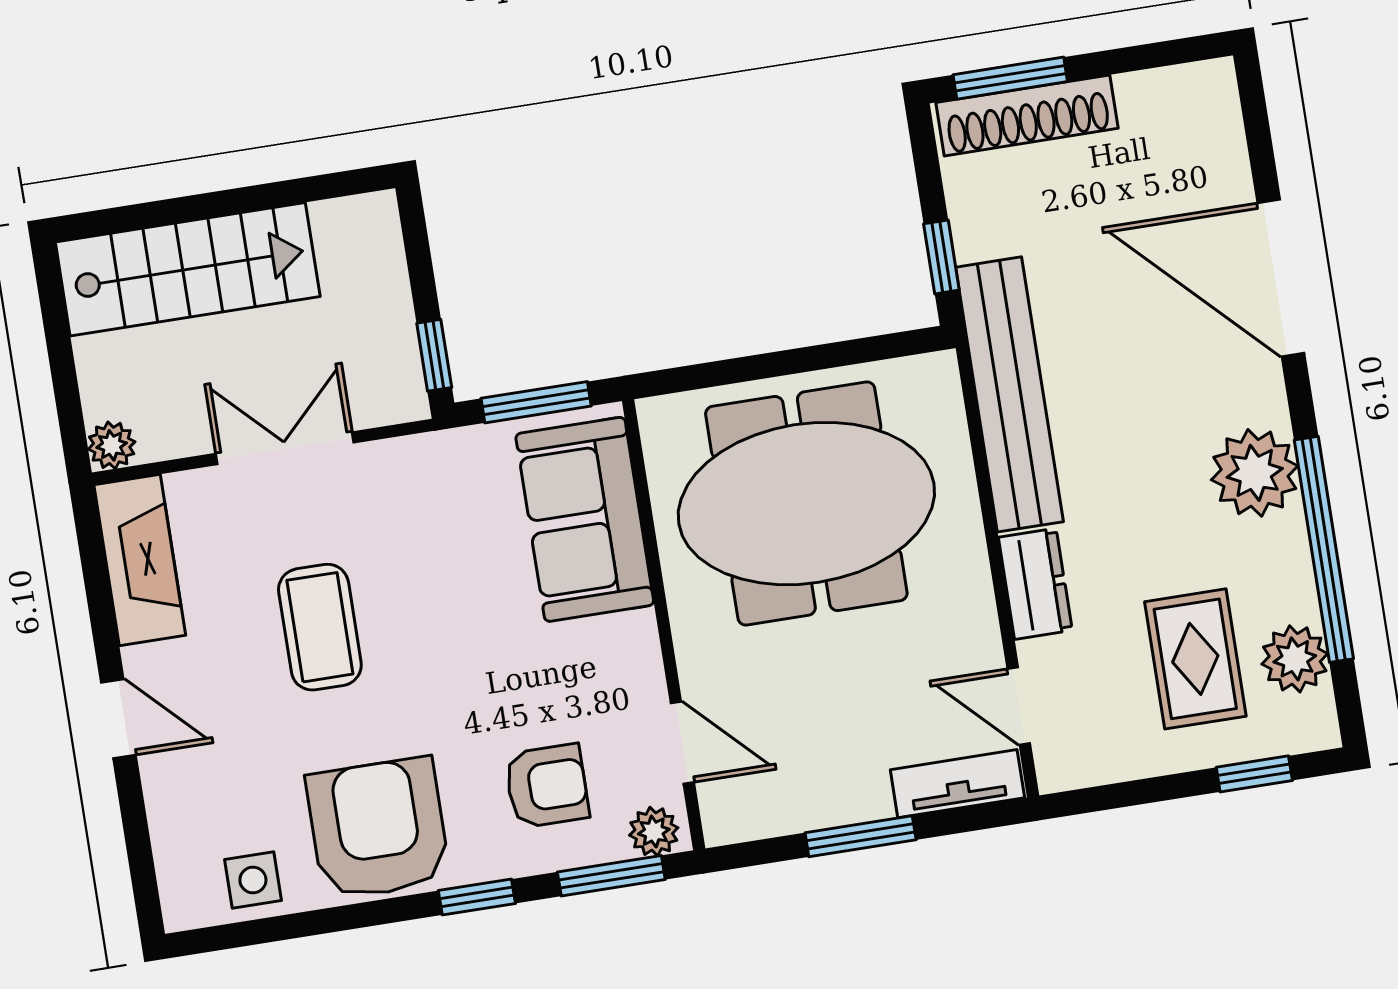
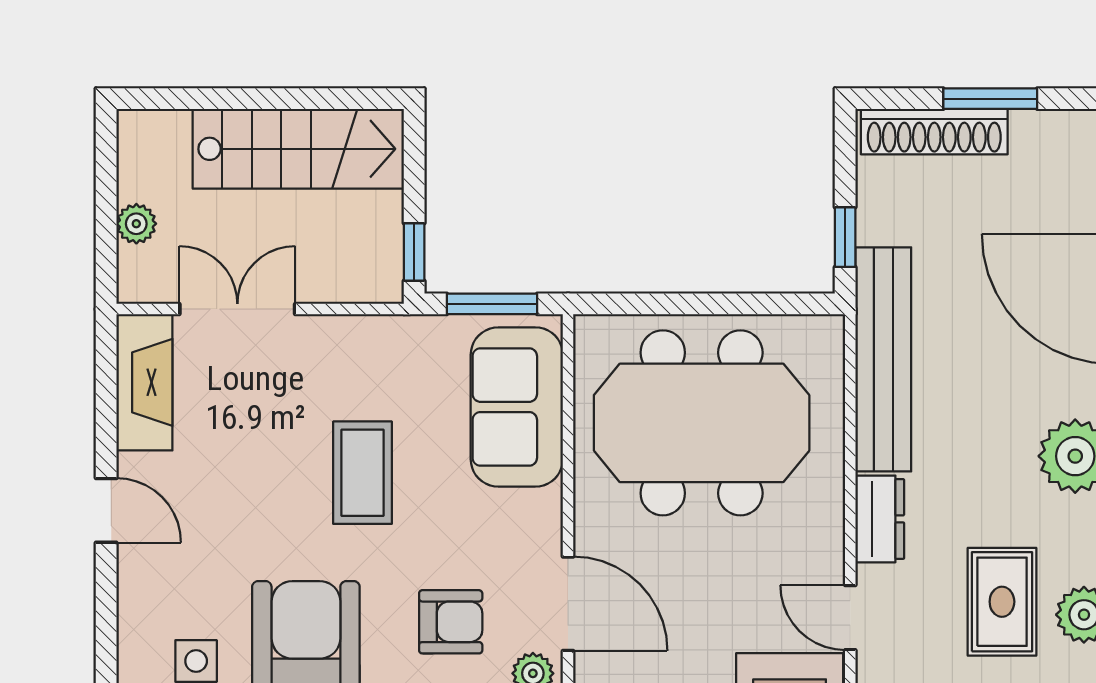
window: (1010, 78) -> (990, 99), moved
stairs: (188, 269) -> (298, 149), moved
plant: (112, 445) -> (136, 224), moved
double door: (285, 448) -> (237, 309), moved
coffee table: (320, 627) -> (363, 473), moved
door: (682, 743) -> (568, 604), width x1.38

